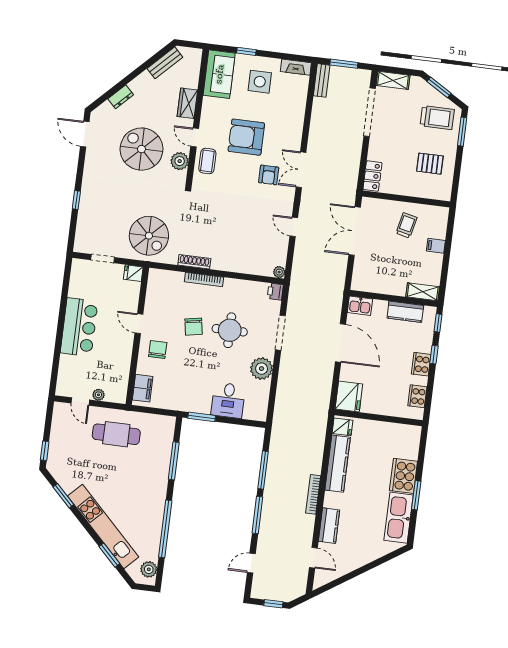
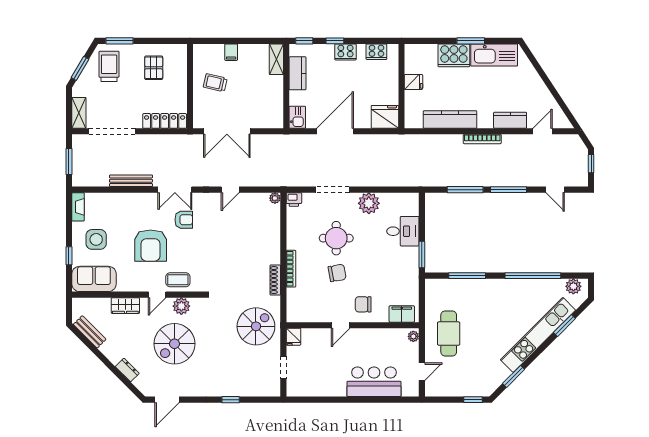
bench: (322, 80) -> (131, 181), moved, width x1.36
locker: (372, 176) -> (165, 121), width x1.53
bar counter: (79, 327) -> (374, 382), moved
plant: (98, 395) -> (413, 336), moved
fridge: (342, 427) -> (413, 82), moved, turned 90

